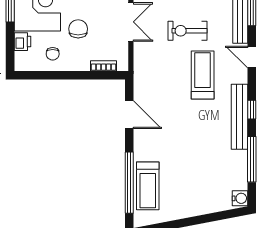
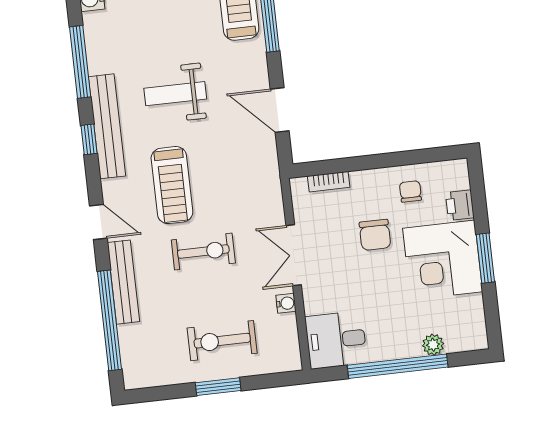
weight bench: (194, 132) -> (175, 94), added

